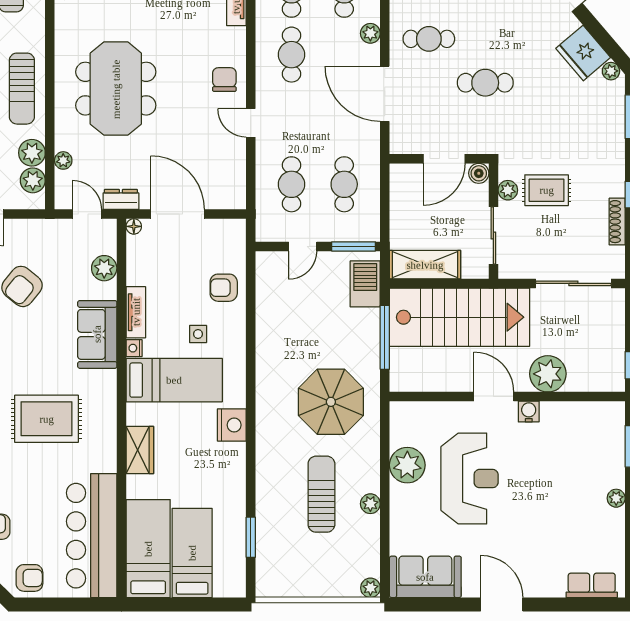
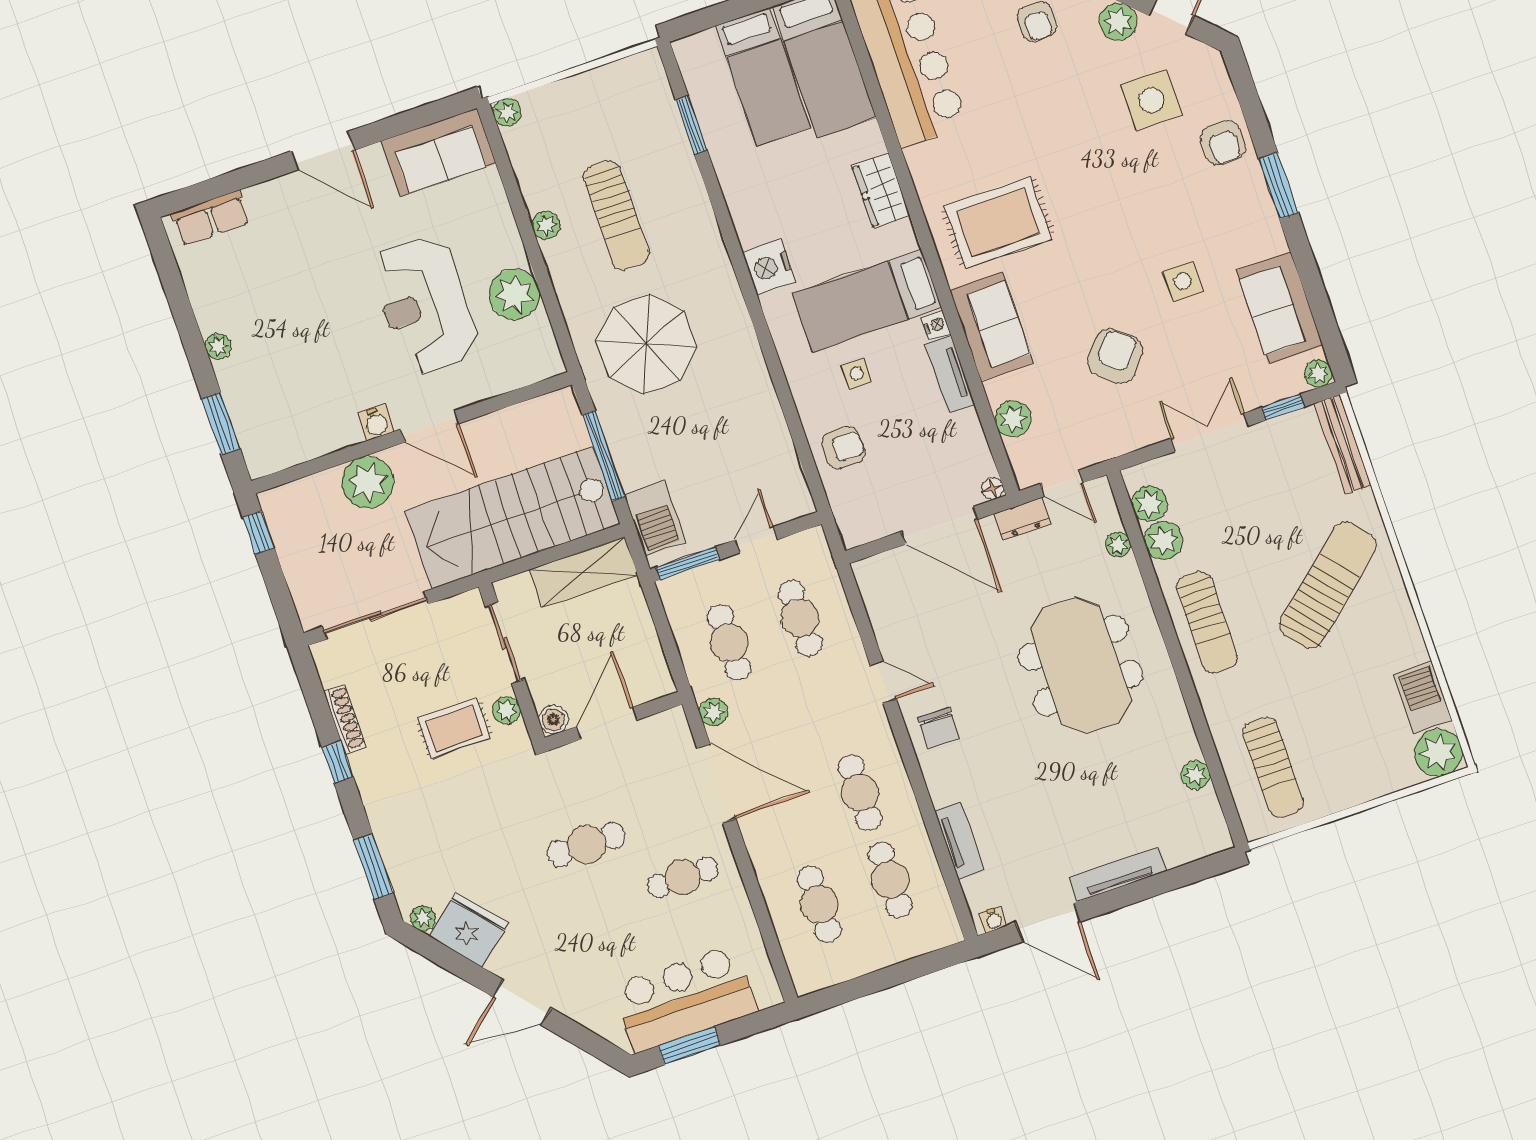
plant: (370, 33) -> (714, 712), moved
sun lounger: (22, 89) -> (1207, 622), turned 180
rug: (47, 419) -> (998, 222), moved

